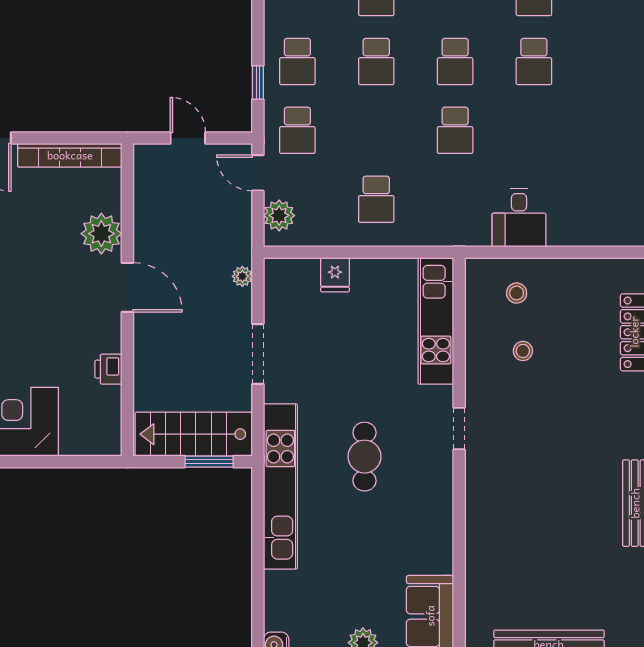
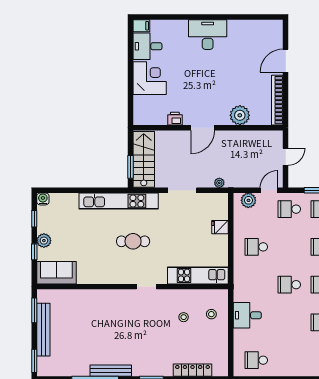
school desk: (613, 199) -> (256, 360), added
door: (127, 287) -> (203, 128), moved

